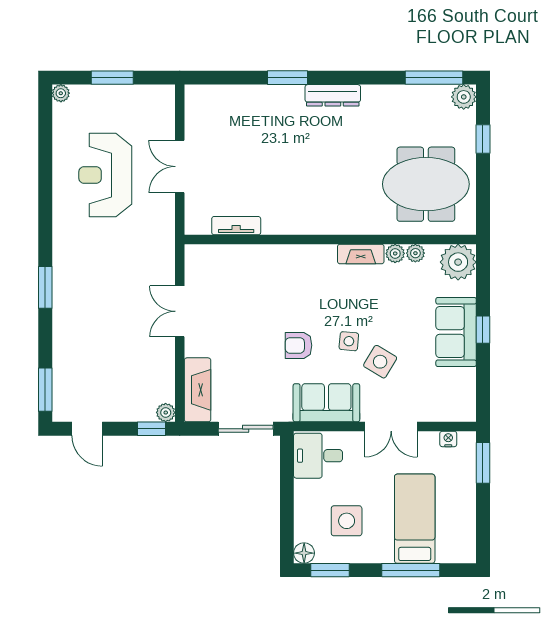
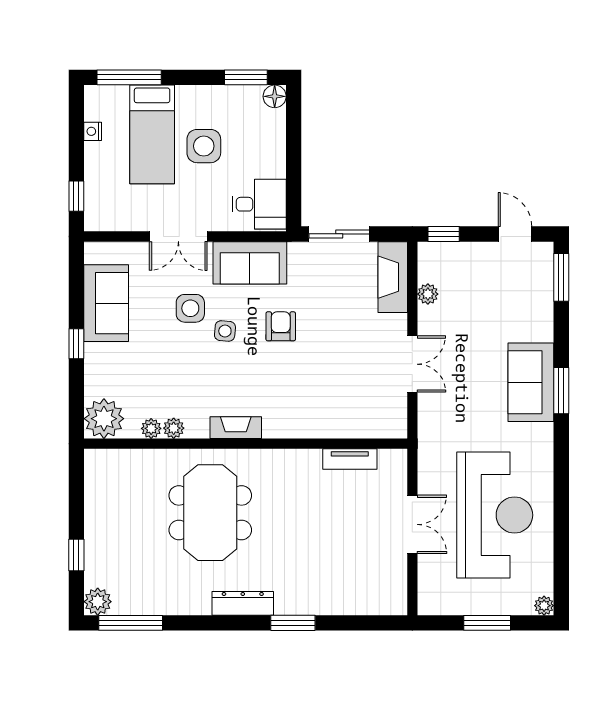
reception desk: (105, 175) -> (495, 515), width x1.36, depth x1.30
meeting table: (426, 184) -> (210, 513), moved, turned 90
fireplace: (361, 254) -> (236, 428), moved
sofa: (73, 295) -> (531, 382), added
sofa: (456, 332) -> (106, 303), moved
armchair: (299, 345) -> (281, 326), turned -90
side table: (380, 362) -> (190, 308), turned -31
plant: (166, 413) -> (428, 294), moved
double door: (391, 427) -> (178, 236), swing flipped
nightstand: (448, 439) -> (93, 131), moved, turned 90
window: (483, 463) -> (76, 196), width x0.67
side table: (347, 521) -> (204, 146), moved
window: (411, 570) -> (129, 77), moved

